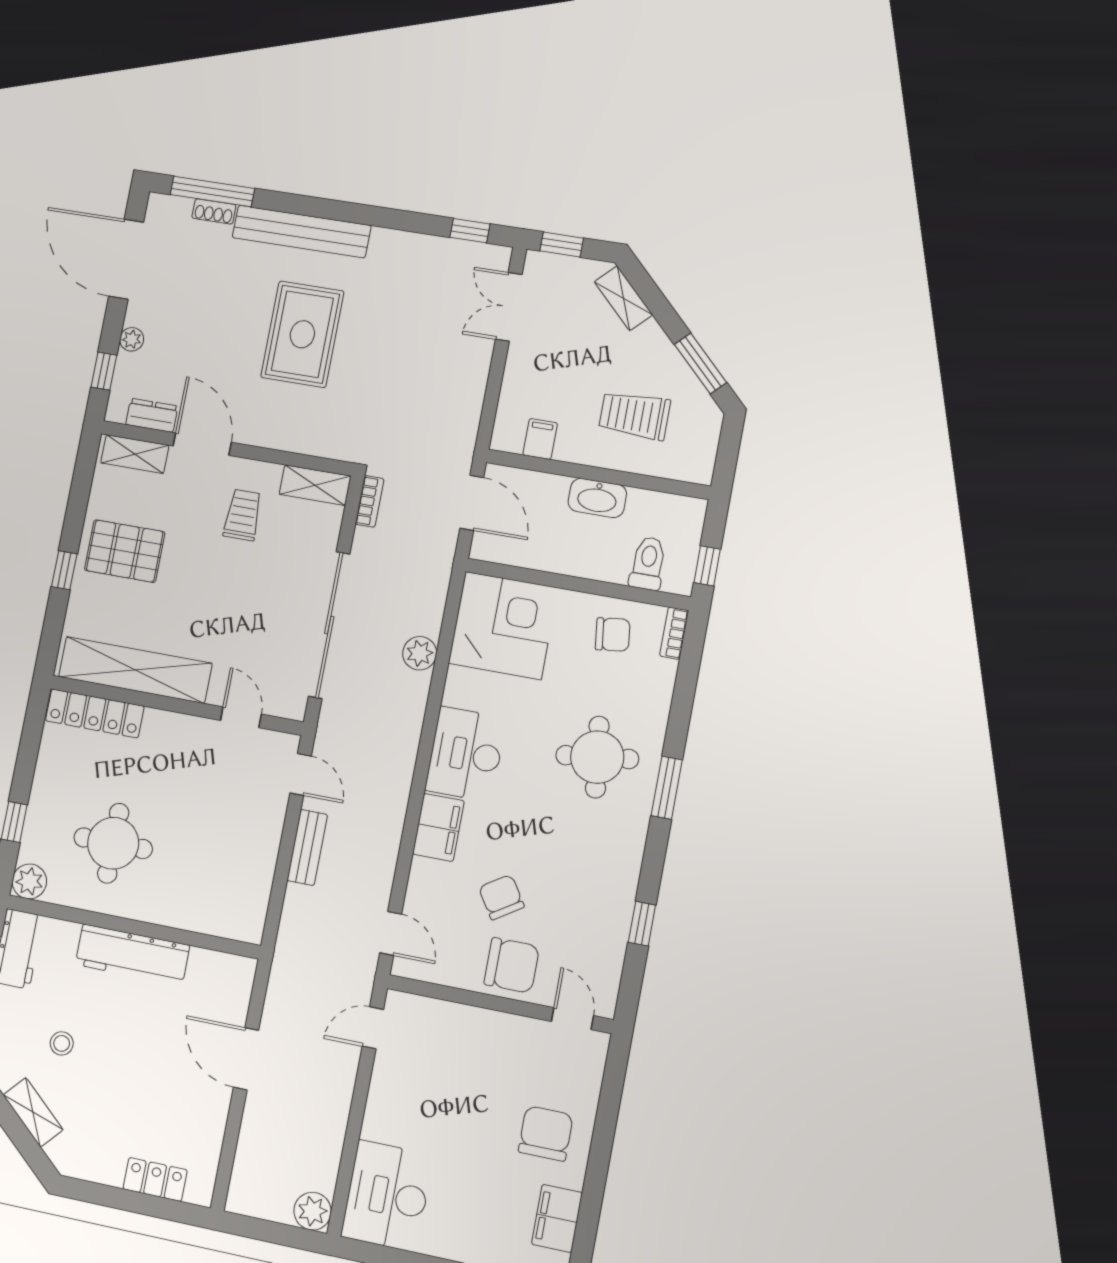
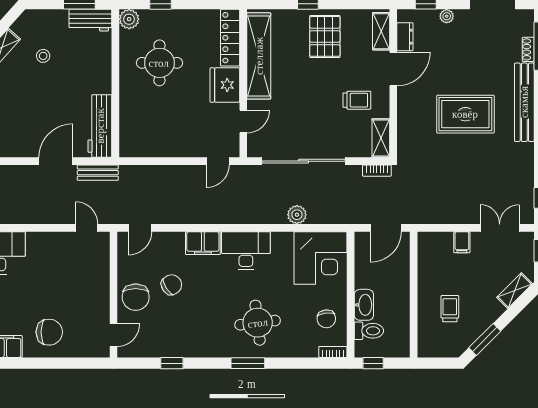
trolley: (634, 415) -> (450, 309), width x0.73, depth x0.72
filing cabinet: (540, 439) -> (462, 242), moved, turned 90
washbasin: (597, 498) -> (364, 305), moved, turned 180
fridge: (173, 737) -> (225, 85), added
bench: (307, 847) -> (98, 173), moved
workbench: (132, 955) -> (100, 126), moved

